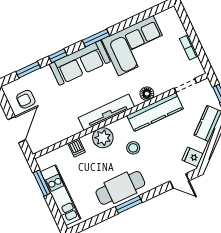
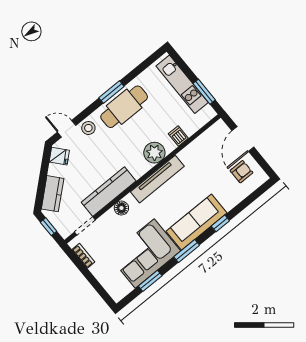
bookcase: (189, 47) -> (83, 256), moved
window: (28, 70) -> (150, 281), moved
stool: (133, 148) -> (88, 128), moved

